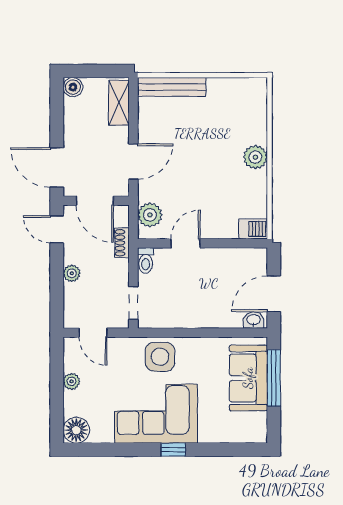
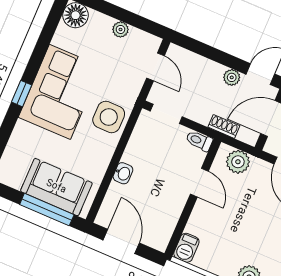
plant: (72, 273) -> (232, 77), moved
washbasin: (254, 320) -> (123, 173), moved
door: (93, 333) -> (155, 67), swing flipped

